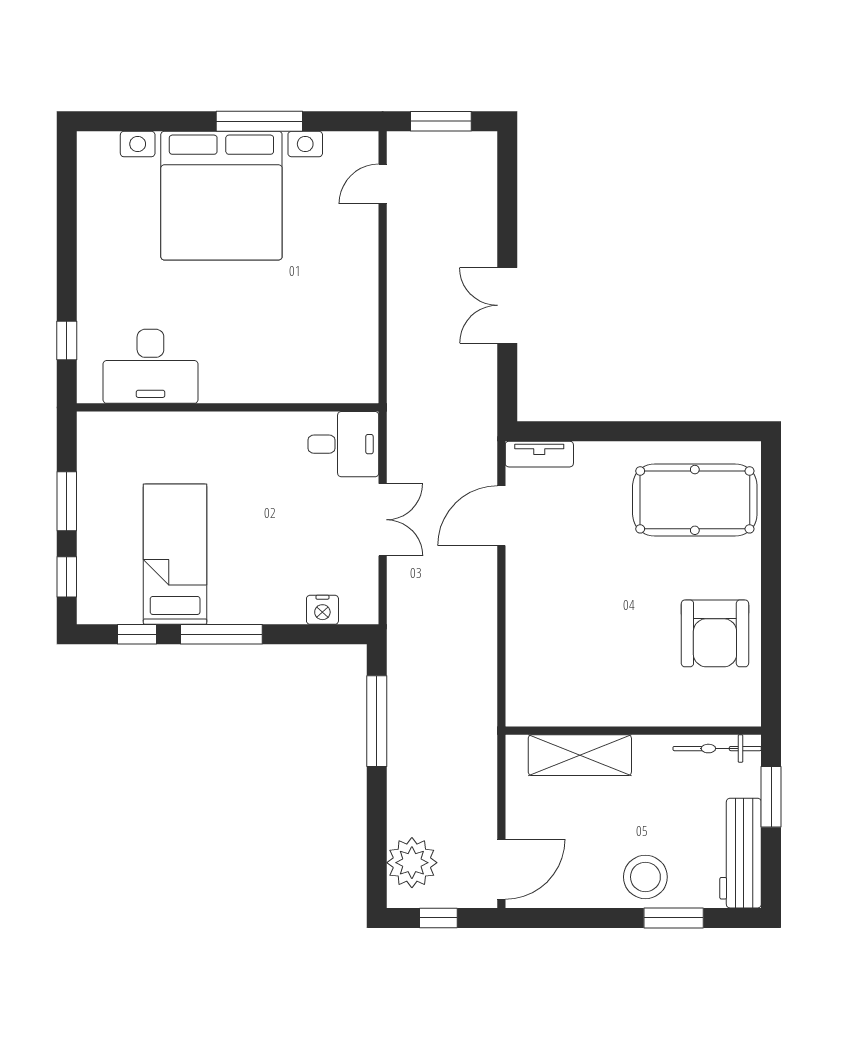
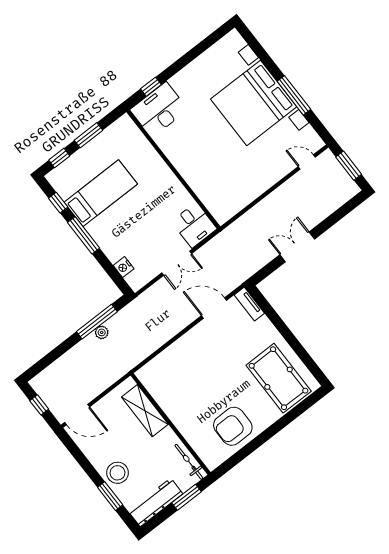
desk: (150, 366) -> (159, 110), moved, turned 90
plant: (412, 863) -> (102, 332), moved, width x0.53, depth x0.53

